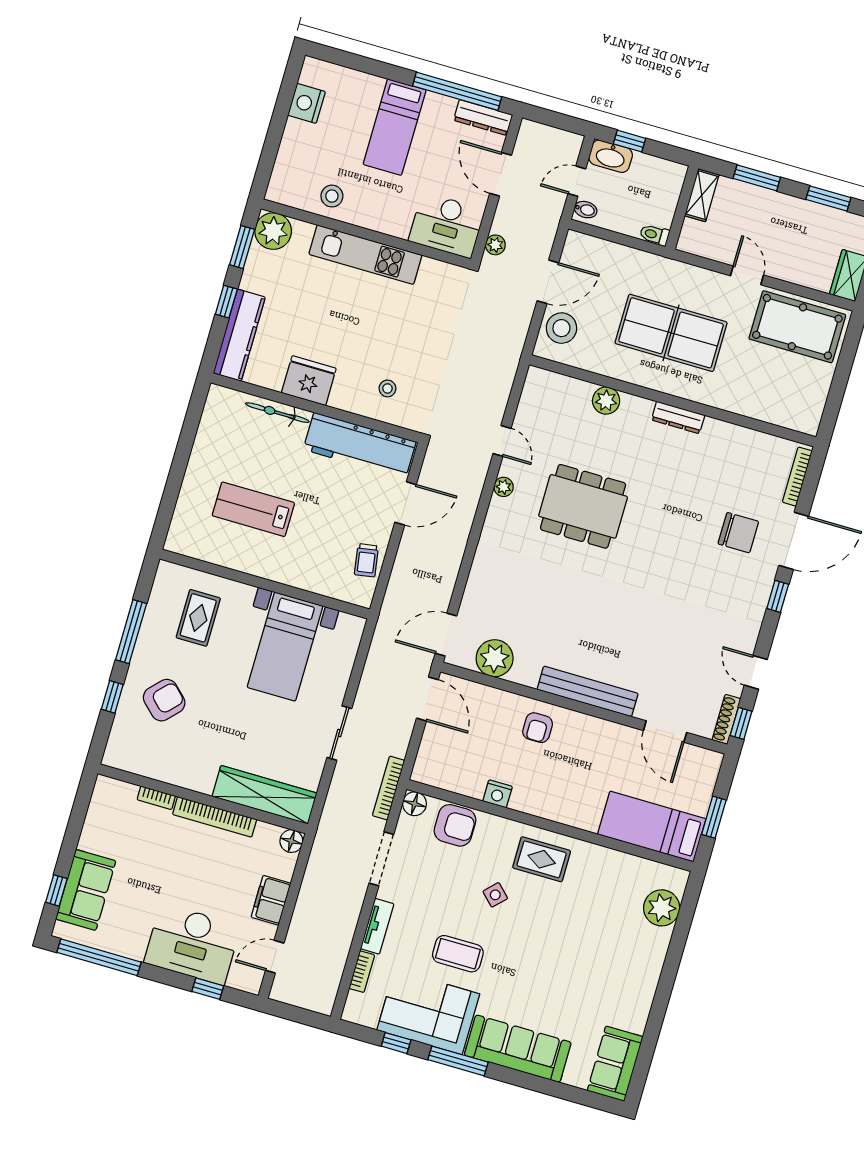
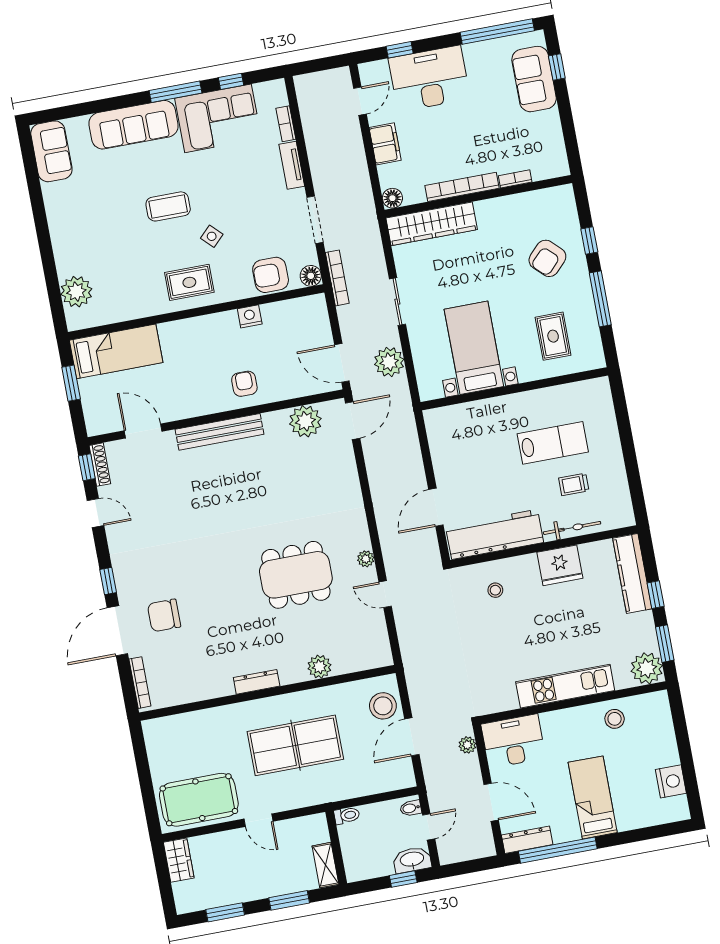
trolley: (366, 560) -> (574, 484), moved, turned -81
plant: (379, 676) -> (389, 362), added
coffee table: (458, 954) -> (168, 206), moved

